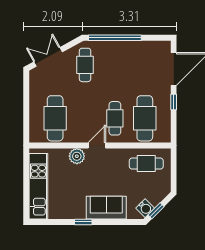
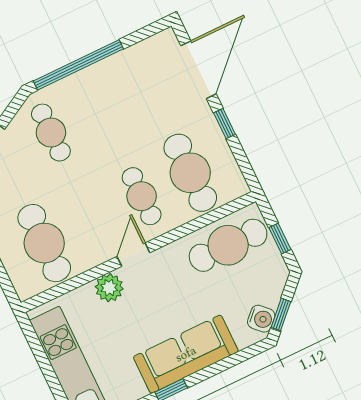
cafe table: (146, 164) -> (228, 245), width x1.37, depth x1.35
window: (174, 173) -> (280, 238), added
sofa: (106, 208) -> (186, 354), width x1.36

